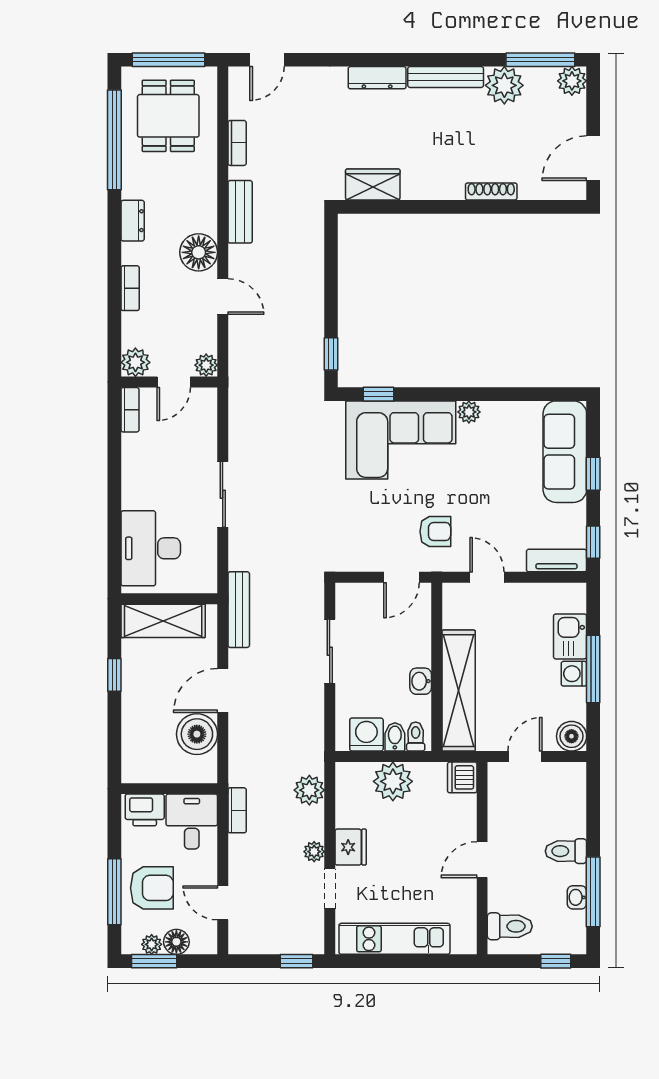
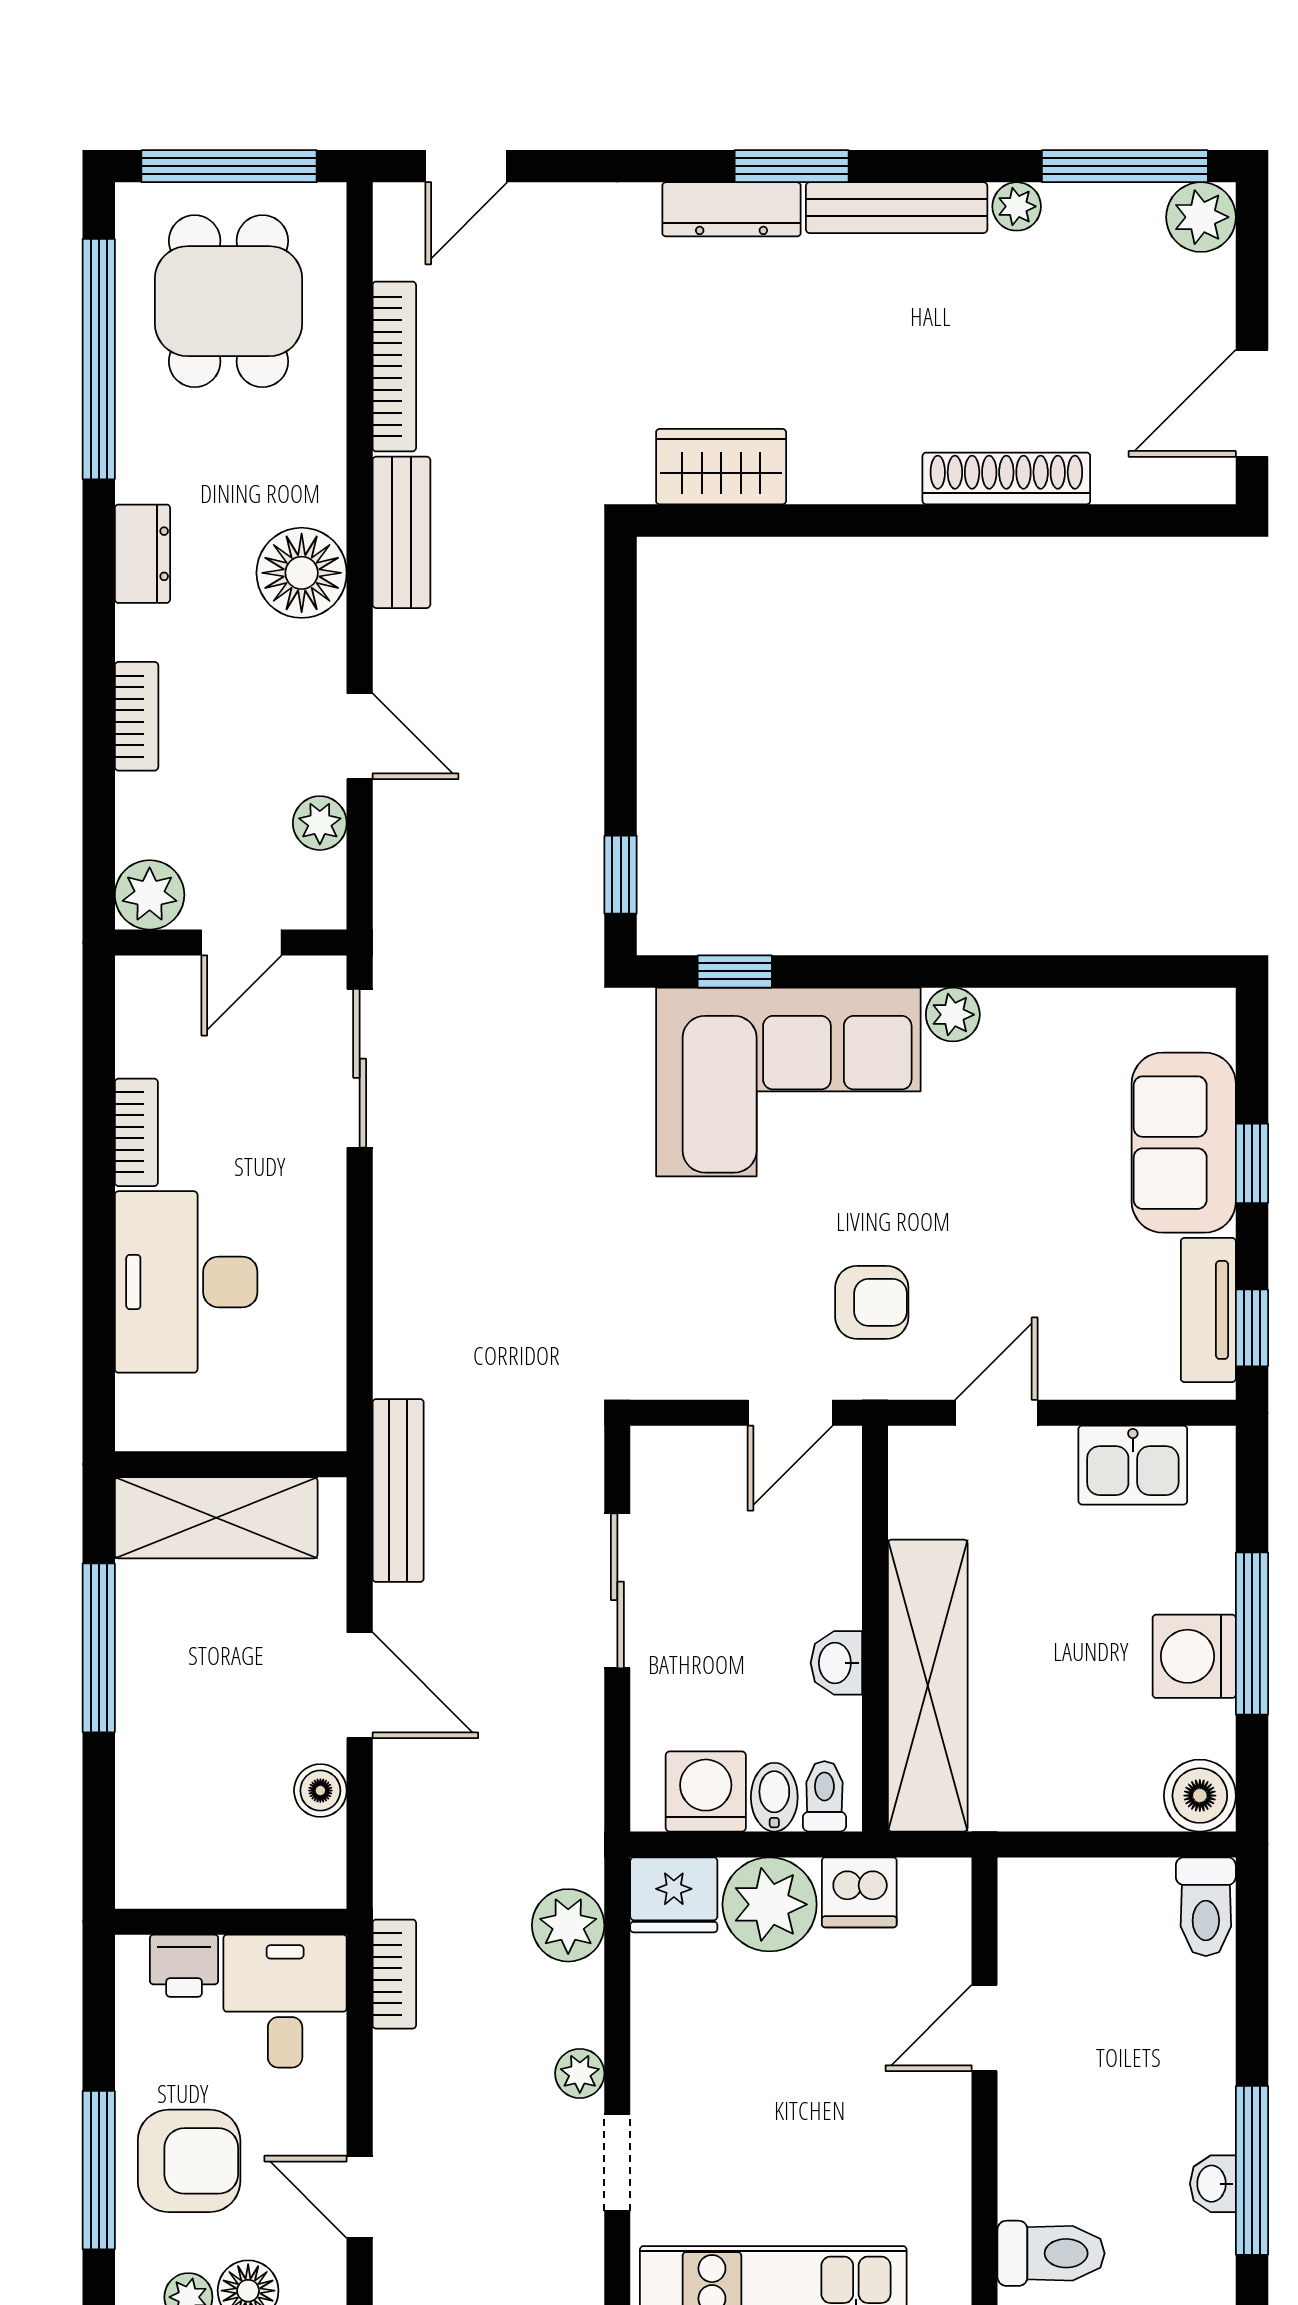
window: (402, 60) -> (792, 166), added
plant: (504, 85) -> (1017, 206), width x0.53, depth x0.53
bookcase: (237, 143) -> (394, 366), width x1.56
shoe rack: (491, 191) -> (1006, 478), width x1.36, depth x1.24
floor lamp: (199, 252) -> (302, 573), moved
plant: (206, 365) -> (320, 823), moved
bookcase: (130, 410) -> (136, 1132), moved
sofa: (565, 452) -> (1184, 1143), width x0.73
sliding door: (223, 494) -> (360, 1068), moved
desk: (151, 548) -> (186, 1282), moved
tv unit: (557, 561) -> (1208, 1310), moved, turned -90
door: (487, 577) -> (996, 1413), hinge flipped
kitchen sink: (570, 636) -> (1133, 1465), moved, turned -90
washing machine: (574, 674) -> (1194, 1656), width x1.38, depth x1.38
window: (114, 675) -> (99, 1648), width x2.17
door: (223, 690) -> (360, 1685), swing flipped
boiler: (197, 734) -> (320, 1791), width x0.54, depth x0.54
door: (525, 757) -> (1088, 1844), removed
dishwasher: (462, 777) -> (859, 1892), moved, turned -90
printer: (145, 810) -> (184, 1966), width x0.73, depth x0.81
fridge: (351, 847) -> (674, 1895), moved, turned 90
toilet: (566, 851) -> (1206, 1907), moved, turned -90
door: (482, 860) -> (985, 2028), moved

